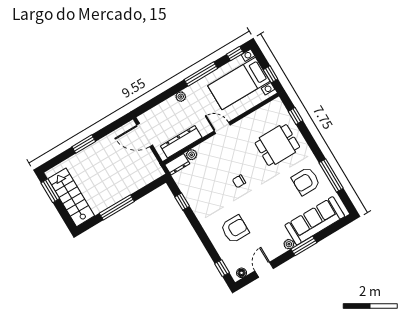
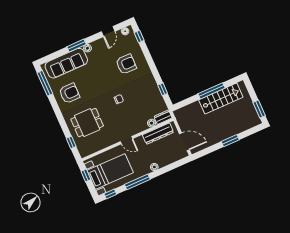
window: (331, 176) -> (45, 83), moved
stairs: (71, 197) -> (221, 99), moved, turned -90
armchair: (235, 229) -> (126, 64), turned 180

